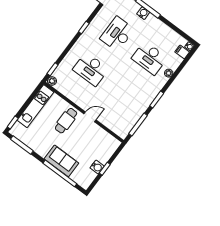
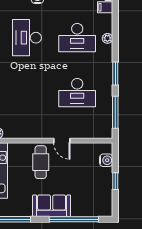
desk: (91, 69) -> (77, 93), moved
door: (90, 117) -> (62, 141), swing flipped
sofa: (61, 161) -> (52, 206), moved
water cooler: (97, 167) -> (106, 160), moved

